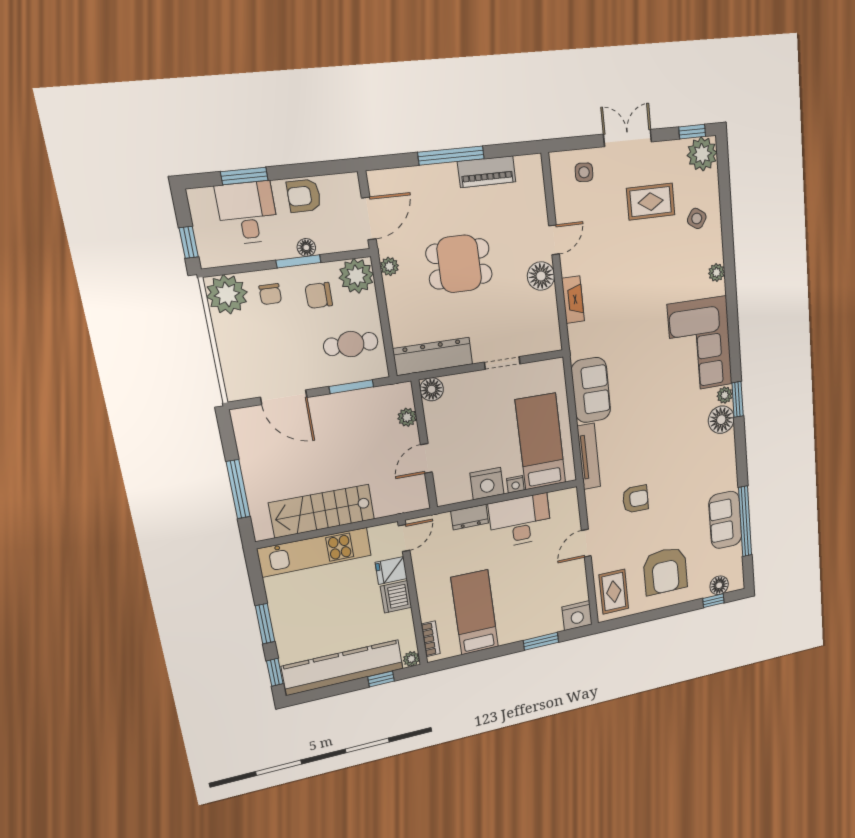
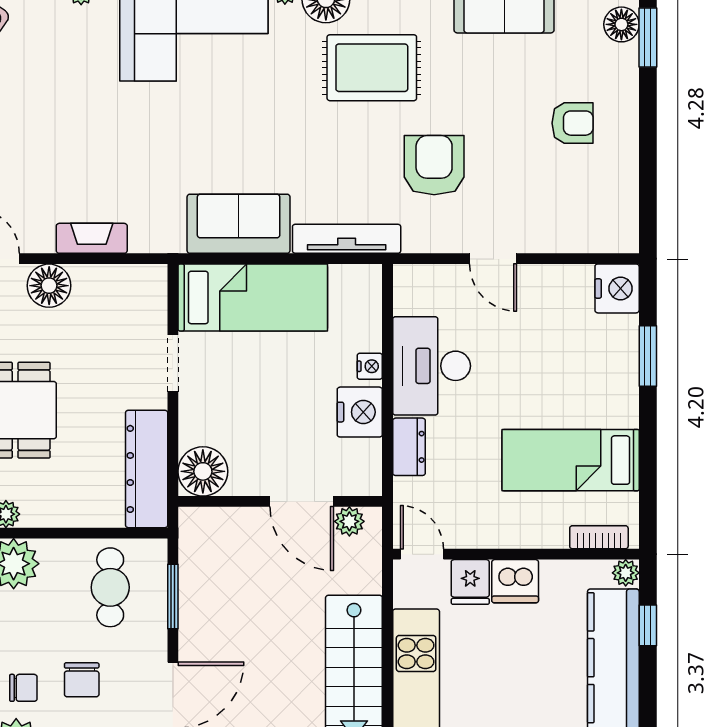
chair: (319, 295) -> (82, 680), moved
floor lamp: (432, 389) -> (203, 471), width x1.38, depth x1.38
plant: (407, 417) -> (349, 521), moved
bed: (541, 442) -> (253, 297), moved, turned 180
door: (426, 458) -> (302, 501), width x1.38
armchair: (635, 499) -> (434, 165), width x1.38, depth x1.38
armchair: (665, 571) -> (572, 123), width x0.53, depth x0.53
rug: (614, 592) -> (372, 68), moved, width x1.36, depth x1.43
window: (713, 601) -> (648, 37), width x1.50

